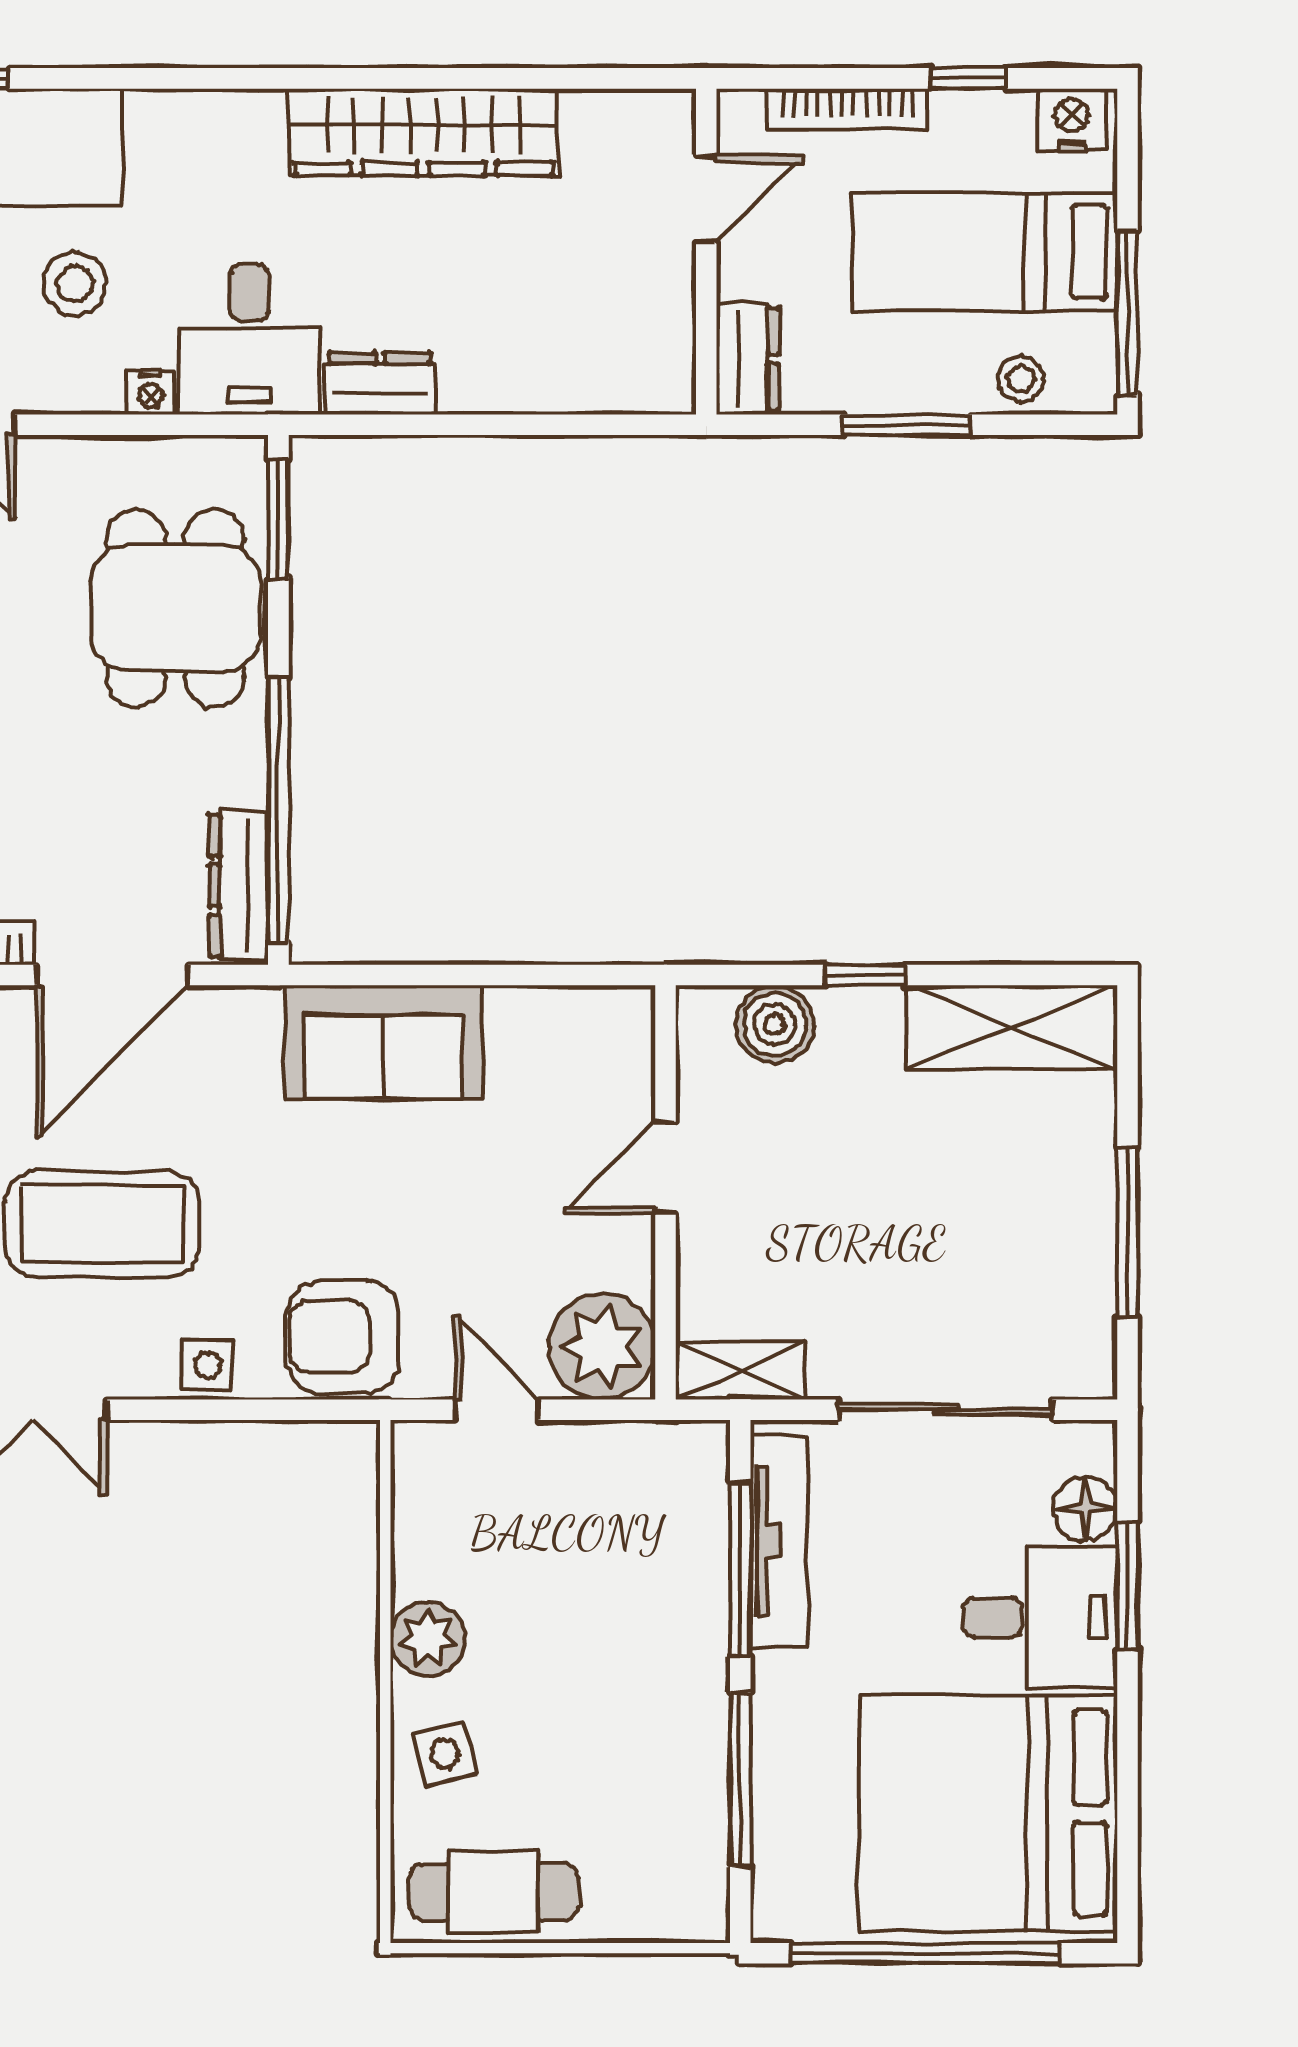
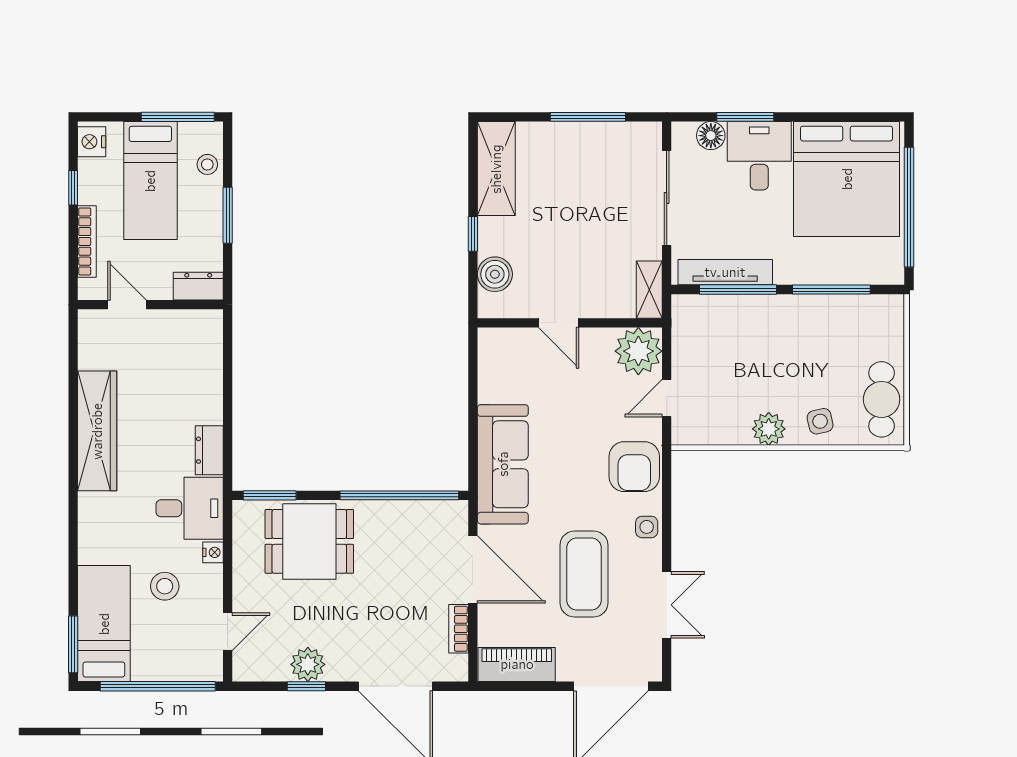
dresser: (239, 886) -> (433, 513), removed
sofa: (384, 1042) -> (503, 464), width x1.36

